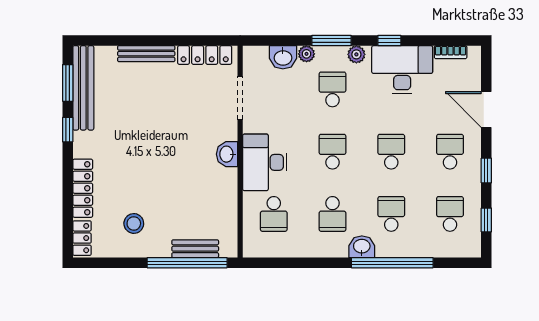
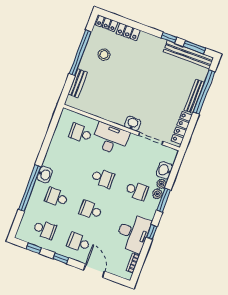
window: (134, 41) -> (204, 92), added
plant: (356, 54) -> (157, 194), moved
door: (486, 110) -> (94, 271), hinge flipped
school desk: (391, 152) -> (91, 210), turned 180
school desk: (450, 152) -> (79, 242), turned 180
washbasin: (227, 154) -> (133, 123), moved
locker: (83, 188) -> (128, 32), width x0.66
school desk: (332, 214) -> (69, 165), removed
school desk: (391, 214) -> (57, 197), turned 180
window: (187, 263) -> (80, 53), moved

